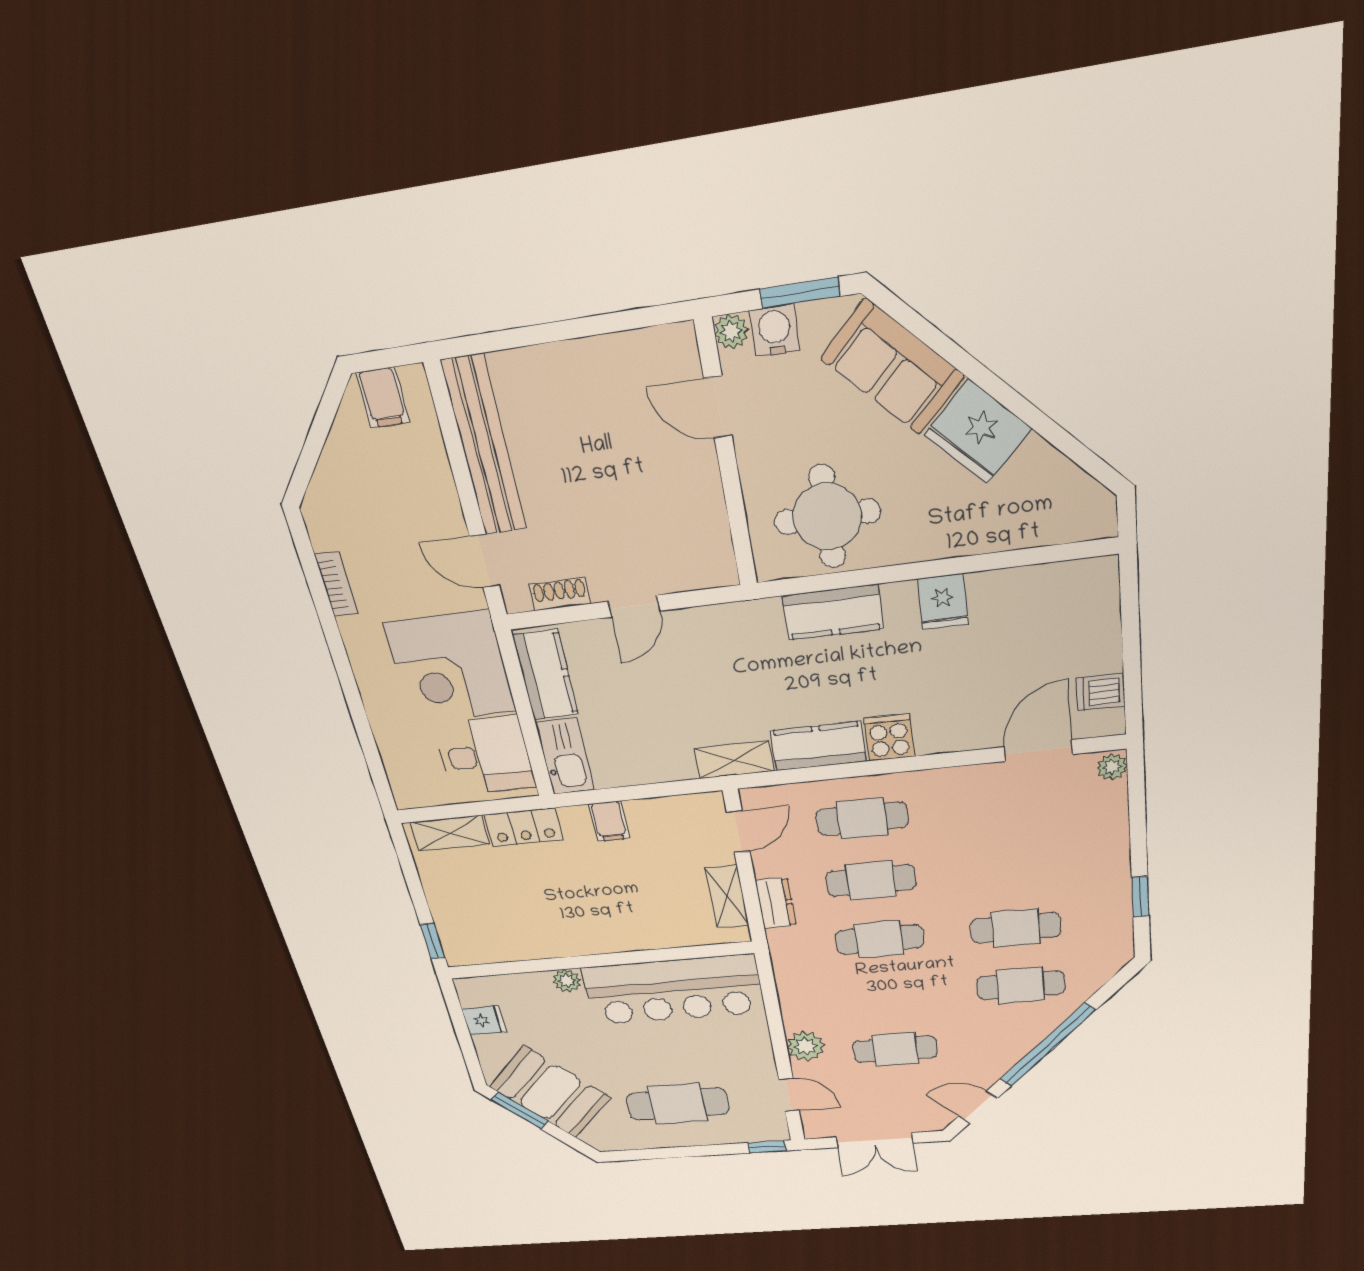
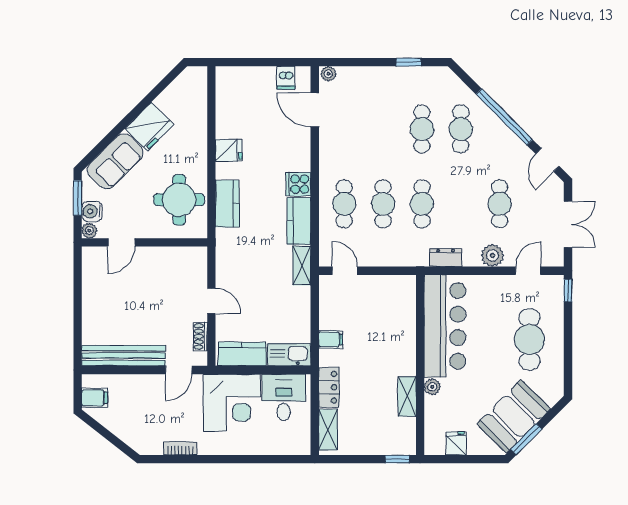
shelving: (727, 896) -> (407, 396), moved, turned 90
dresser: (776, 903) -> (446, 258), moved

